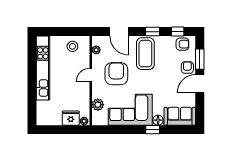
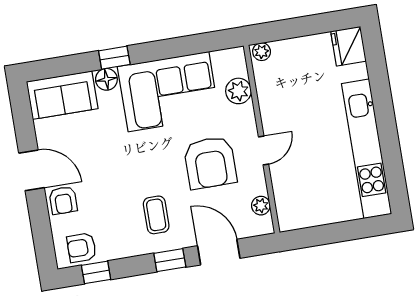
window: (153, 32) -> (170, 260), moved
stool: (72, 46) -> (312, 205), removed
coffee table: (145, 54) -> (156, 215), width x0.54, depth x0.58
window: (200, 59) -> (40, 222), removed
door: (200, 84) -> (32, 170), hinge flipped
fridge: (71, 118) -> (348, 46), moved, turned 90

